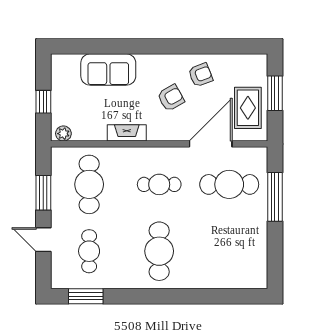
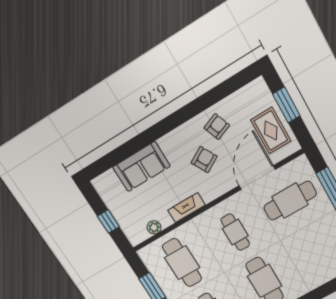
plant: (63, 134) -> (154, 227), moved
cafe table: (159, 184) -> (235, 232), turned 90

